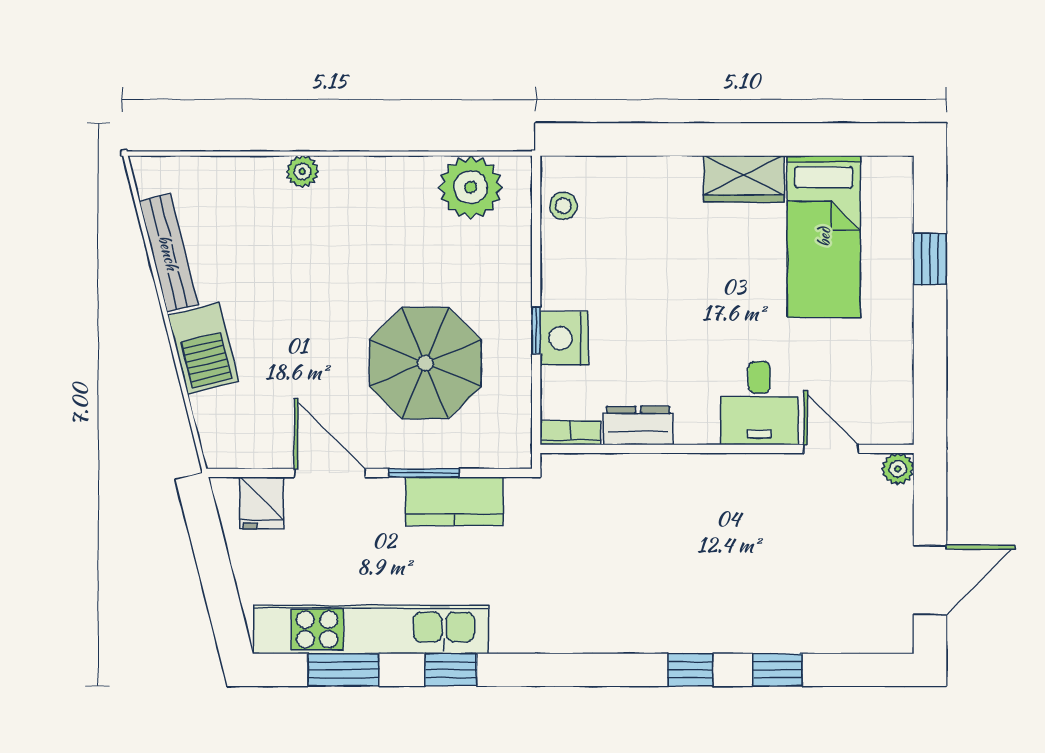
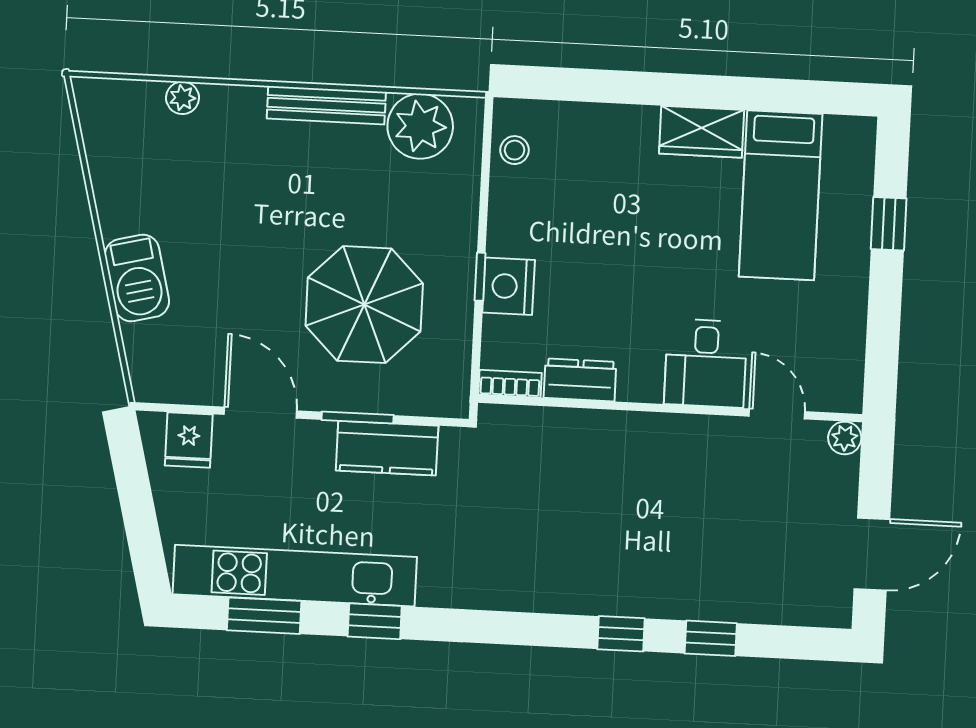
plant: (302, 171) -> (182, 98), moved
bench: (168, 253) -> (326, 105), moved, turned -76

